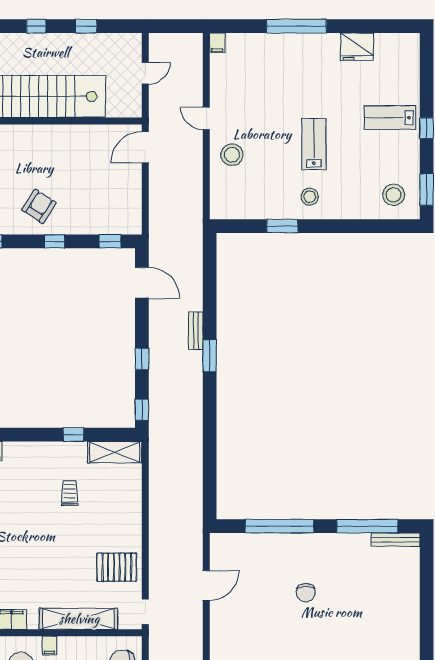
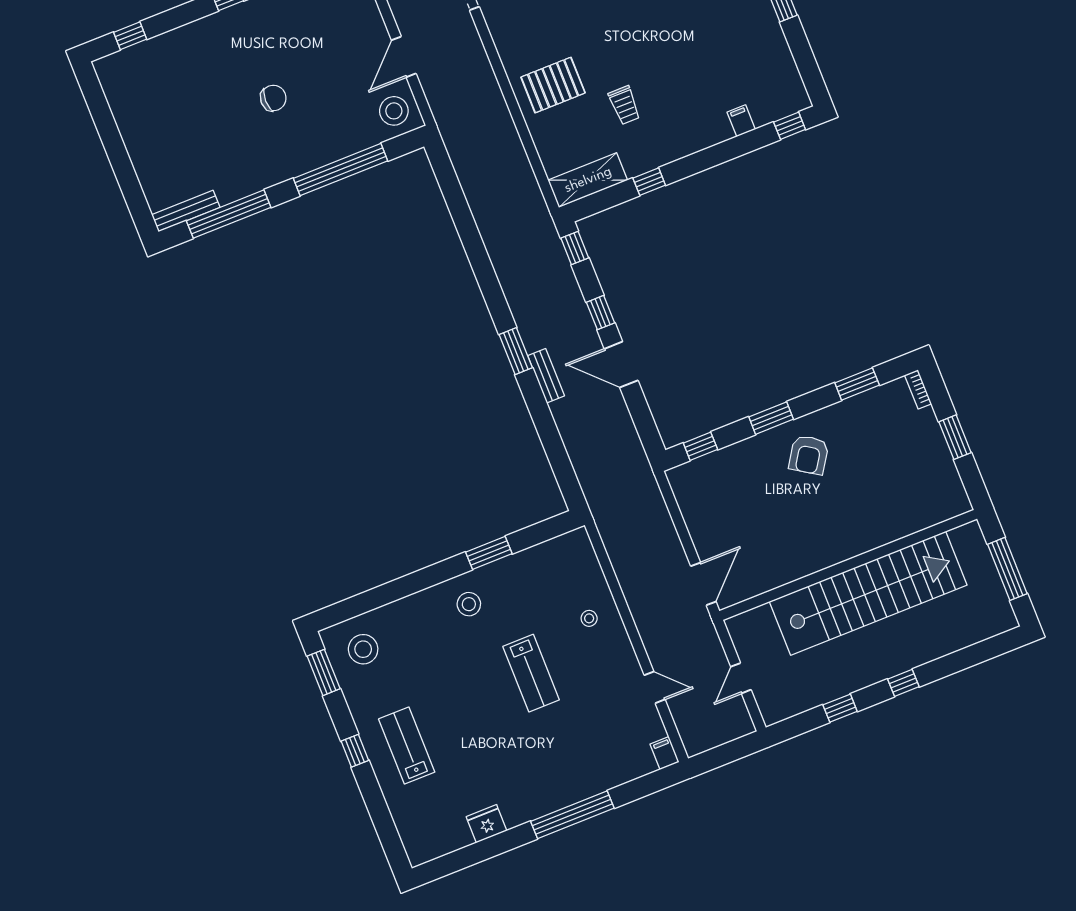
fridge: (357, 47) -> (486, 824), width x0.73, depth x0.75
door: (206, 118) -> (655, 687), moved
lab bench: (390, 118) -> (407, 746), turned -90
lab bench: (314, 144) -> (531, 673), moved
stool: (232, 155) -> (589, 618), width x0.53, depth x0.53
window: (55, 241) -> (771, 418), width x1.50
door: (142, 283) -> (621, 365), moved
stool: (227, 551) -> (394, 111), added
pallet: (117, 567) -> (553, 85), moved
chair: (306, 593) -> (273, 98), turned 90

